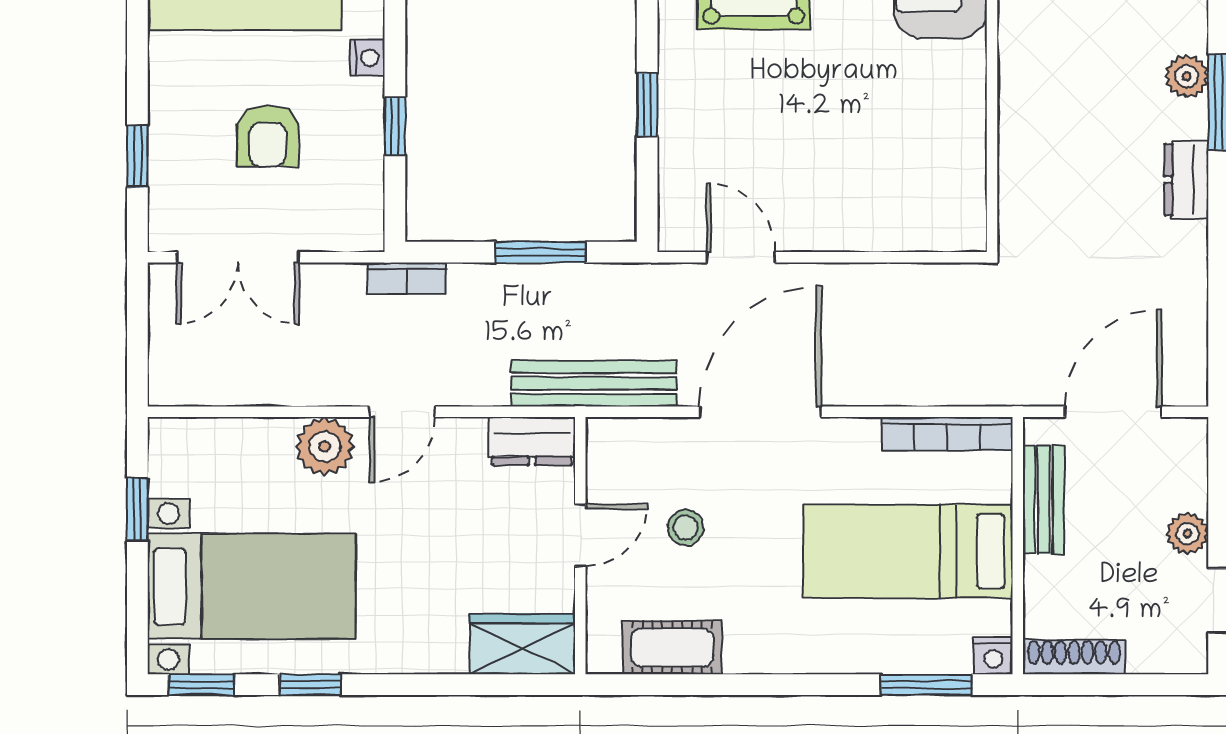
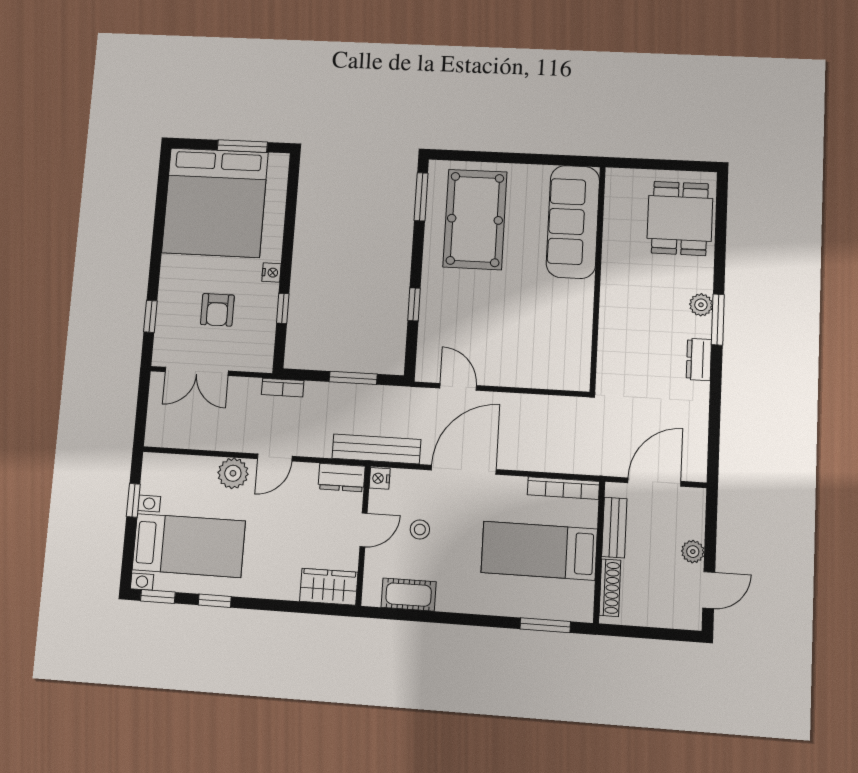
nightstand: (993, 656) -> (380, 478), moved, turned 90
shoe rack: (1074, 657) -> (610, 588), moved, turned 90

